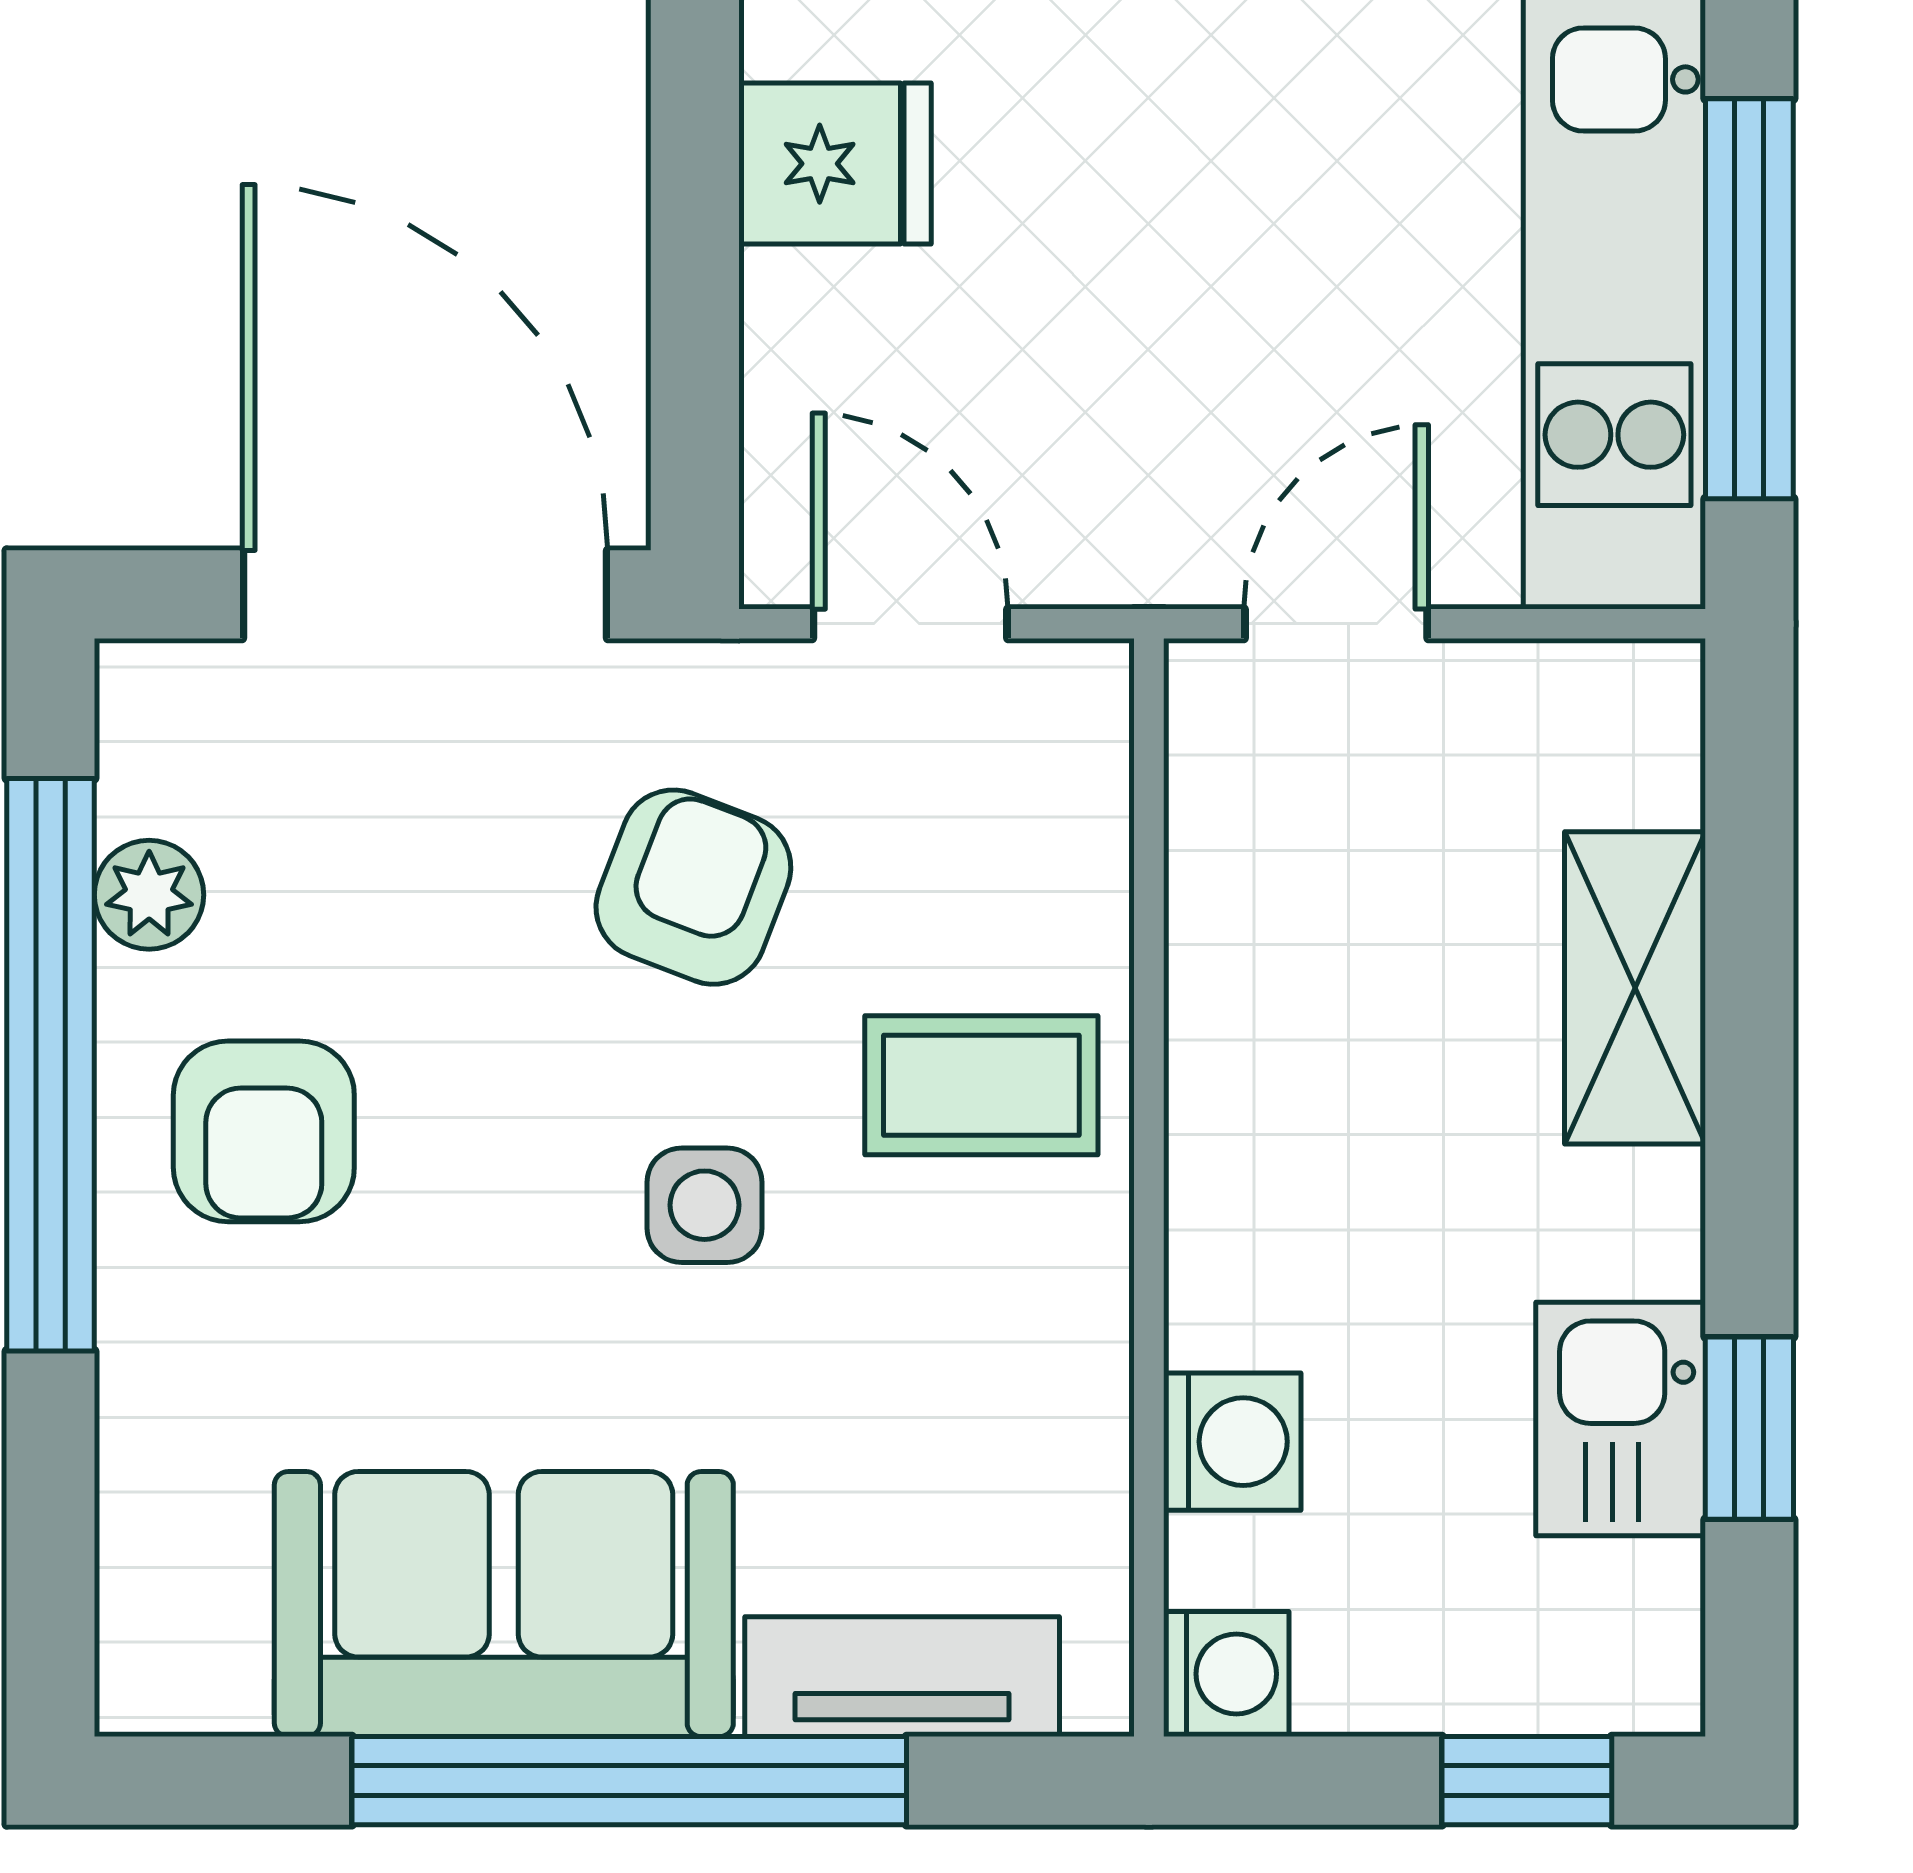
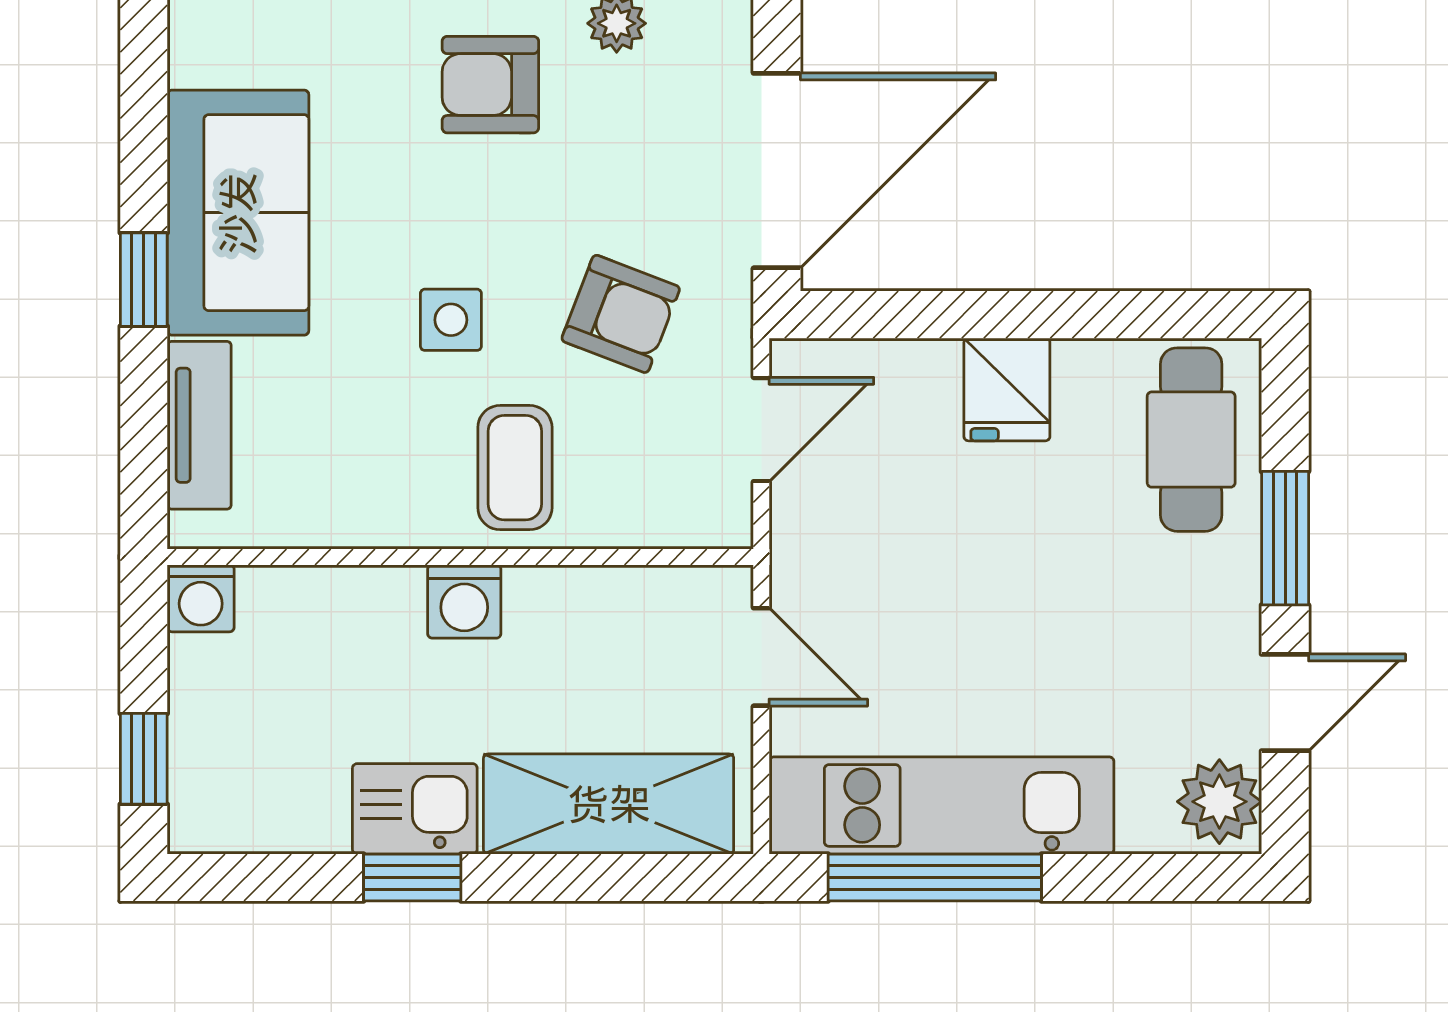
shelving: (1635, 988) -> (609, 804), width x1.50, depth x1.33
kitchen sink: (1621, 1419) -> (415, 809), moved
window: (1749, 1428) -> (412, 878), moved
washing machine: (1232, 1442) -> (464, 601), moved
window: (629, 1781) -> (144, 280), width x0.32

